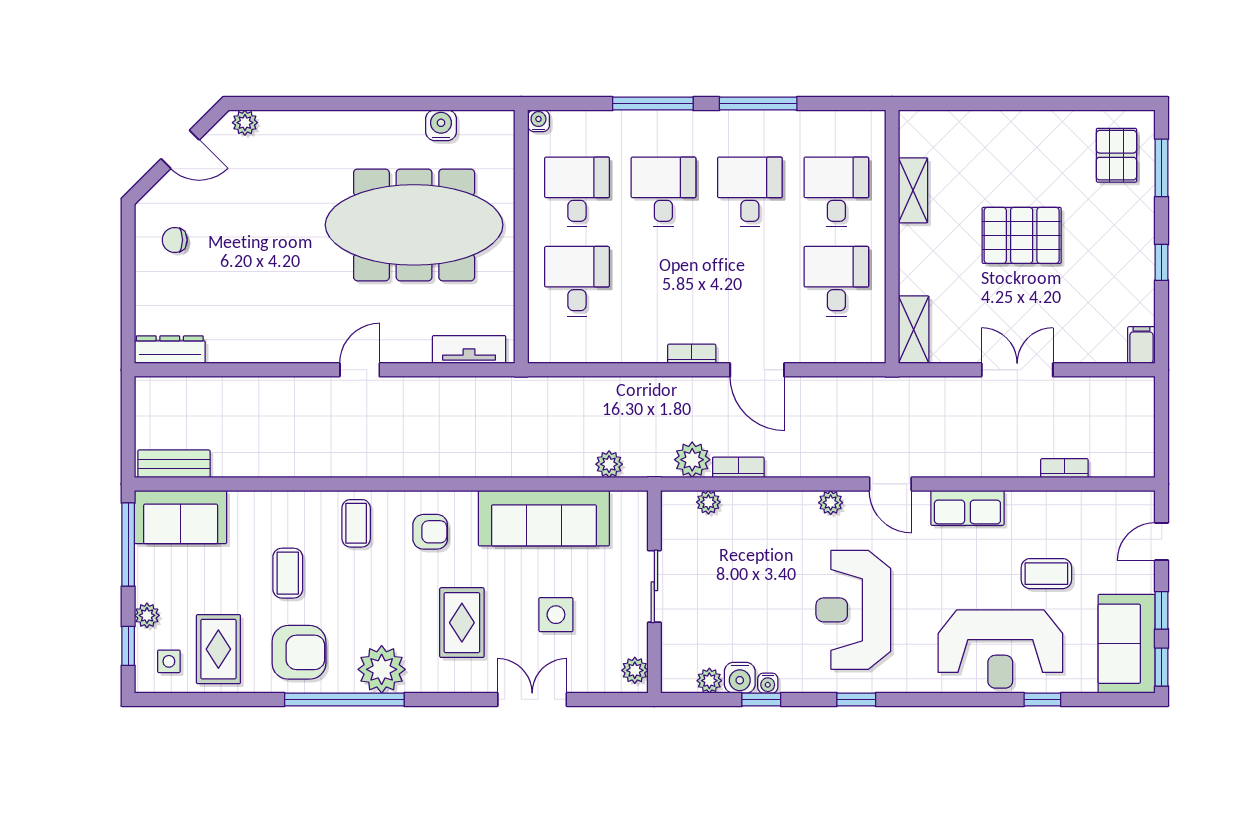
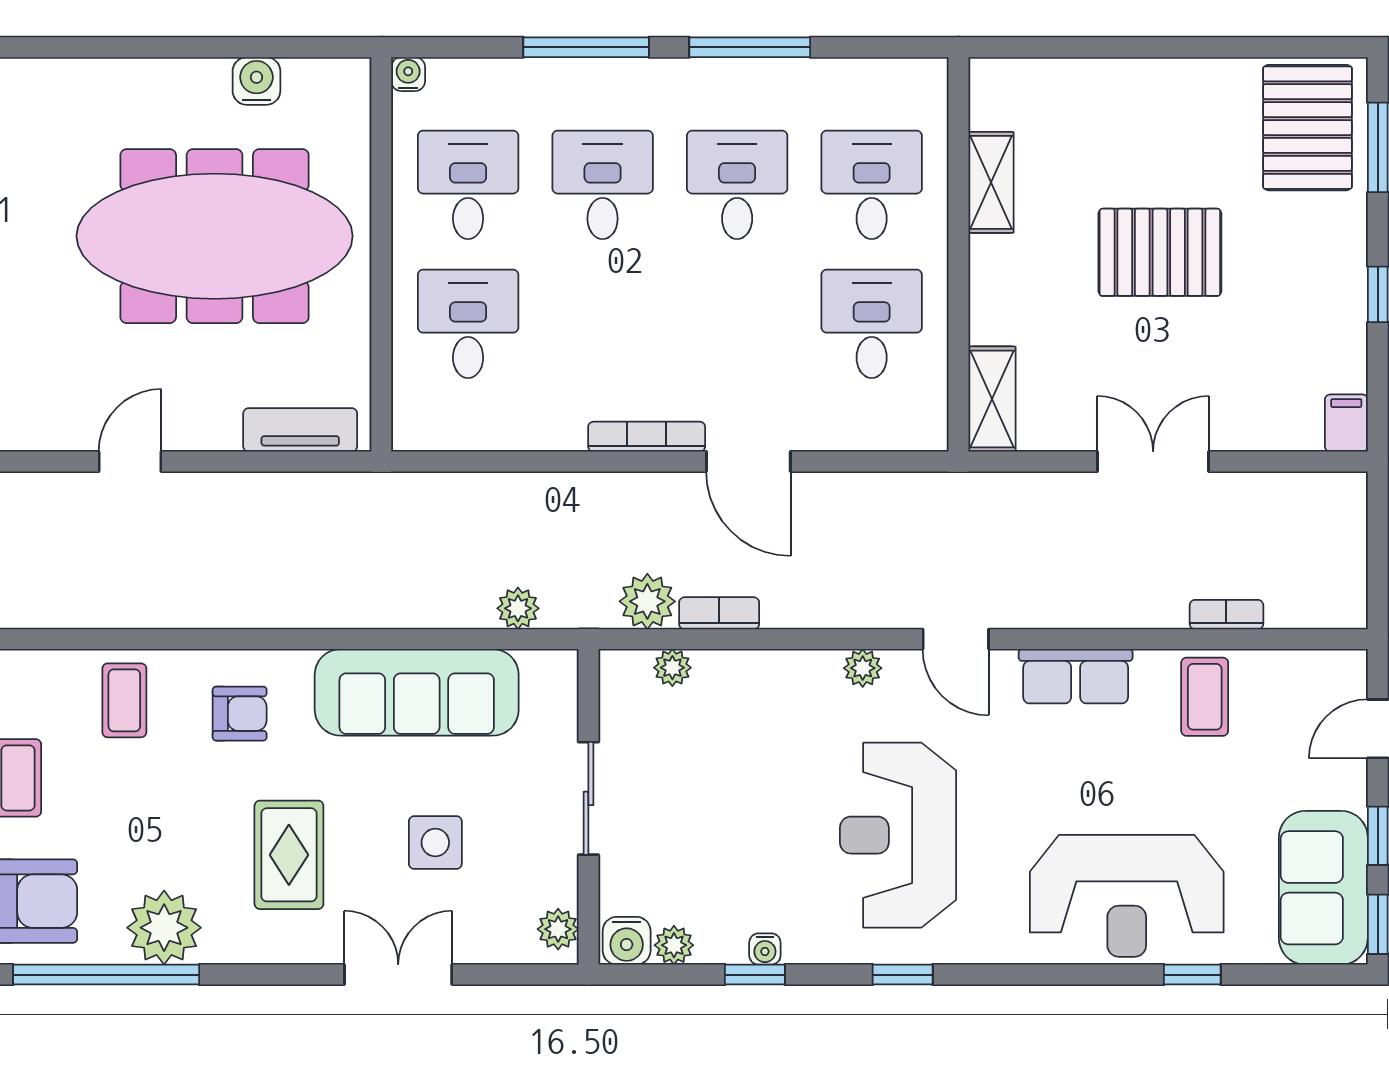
pallet: (1116, 155) -> (1307, 128), width x1.50, depth x1.42
bookcase: (692, 354) -> (647, 437), width x1.56
coffee table: (1046, 574) -> (1205, 697), moved, turned 90
water cooler: (740, 678) -> (627, 941), moved

